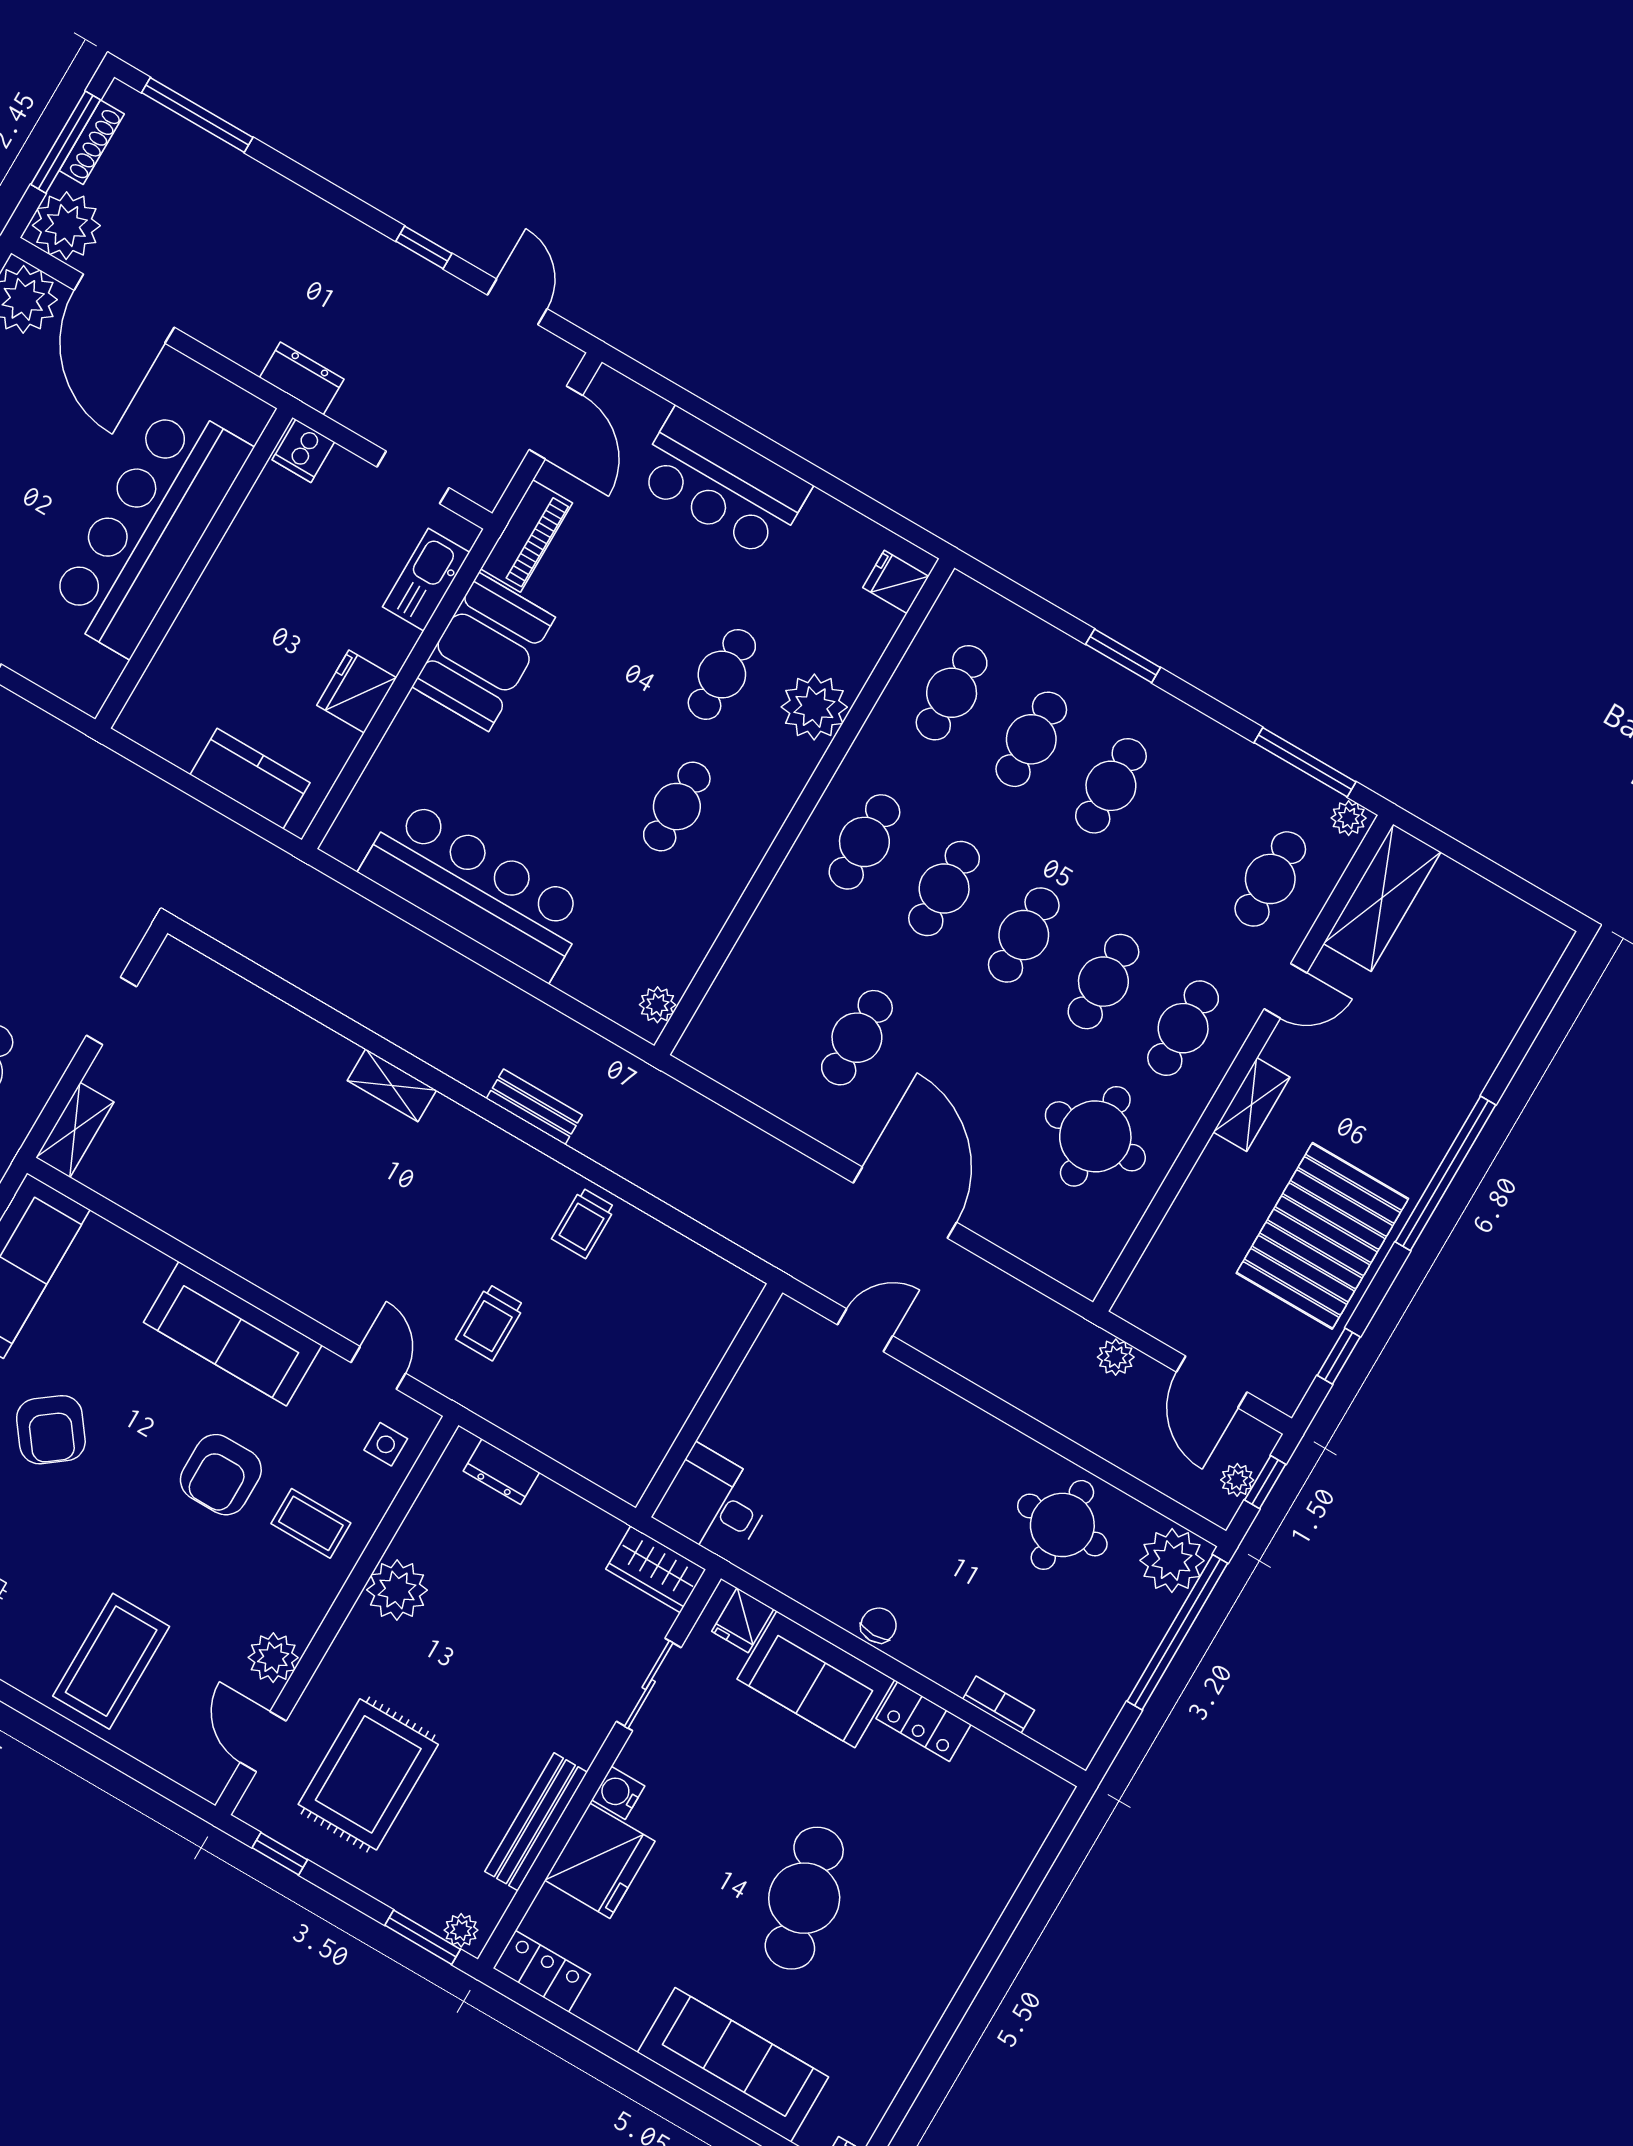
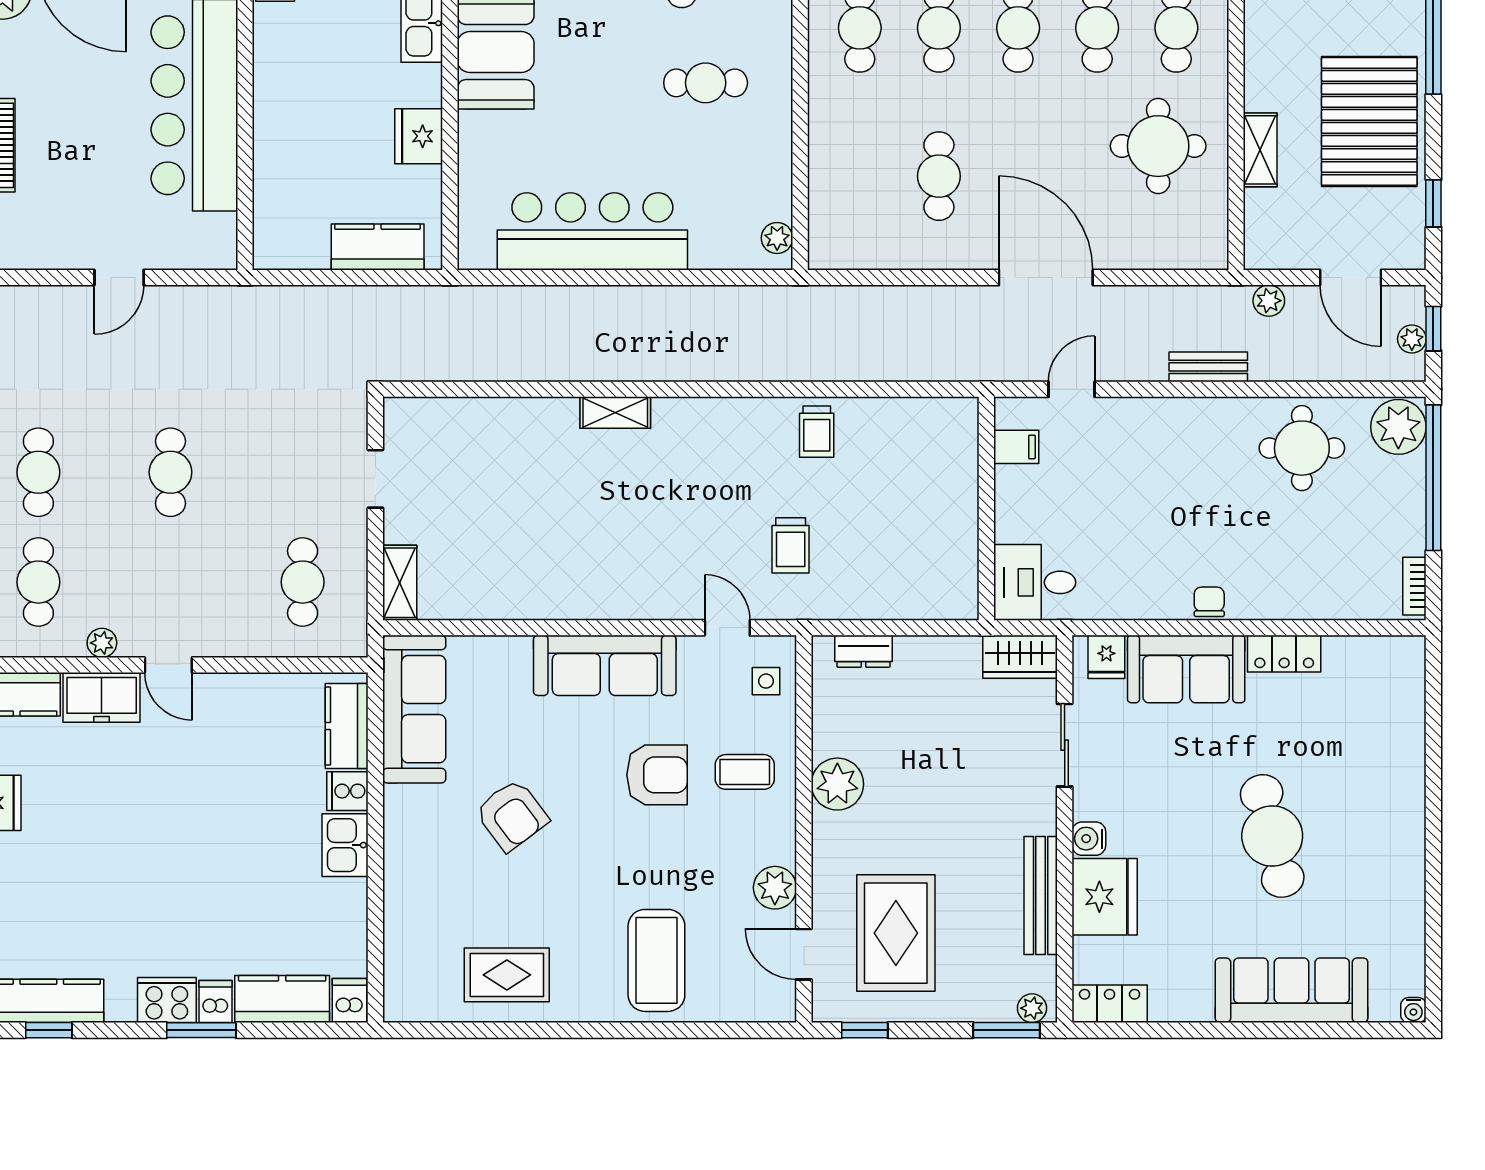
cafe table: (677, 807) -> (706, 83), turned 90
shelving: (1252, 1105) -> (1260, 150), moved
bench: (534, 1107) -> (1208, 367), moved
filing cabinet: (775, 1356) -> (1016, 447), added
armchair: (221, 1475) -> (657, 775), turned -90
bookcase: (999, 1705) -> (1414, 586), moved, turned -90

